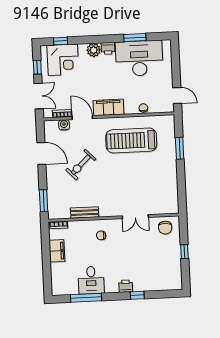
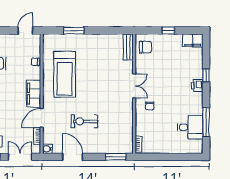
water cooler: (64, 125) -> (47, 149), moved
door: (41, 153) -> (73, 157), hinge flipped
exercise bike: (81, 165) -> (84, 121), turned 134
bench: (85, 213) -> (128, 47), moved
double door: (135, 217) -> (134, 86), moved
filing cabinet: (57, 251) -> (193, 41), moved, turned 180
desk: (91, 280) -> (190, 127), moved

